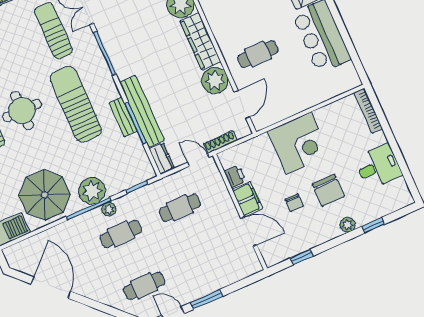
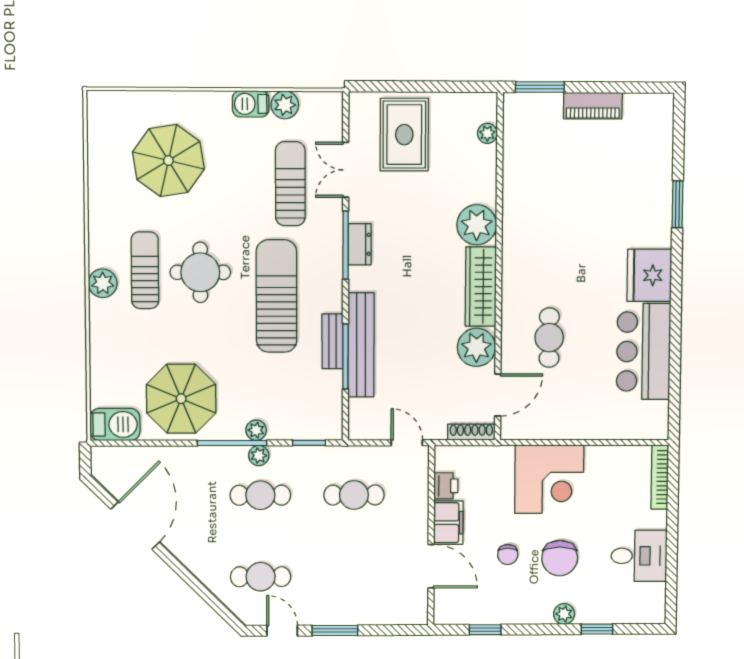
cafe table: (258, 54) -> (549, 338), turned 90
shoe rack: (220, 142) -> (471, 432), moved
dresser: (162, 158) -> (360, 244), moved
plant: (92, 191) -> (256, 430), width x0.53, depth x0.53

